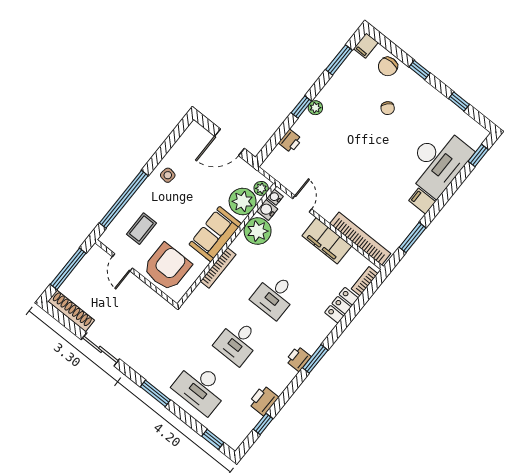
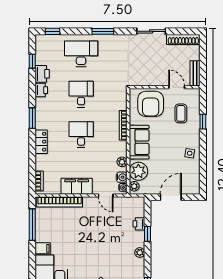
window: (301, 107) -> (148, 234), moved
window: (124, 199) -> (203, 122), width x0.32
plant: (258, 231) -> (122, 162), width x0.53, depth x0.53
window: (412, 238) -> (32, 225), width x1.44
bench: (89, 261) -> (195, 73), added
window: (68, 269) -> (203, 61), removed
locker: (341, 305) -> (41, 142), moved
printer: (298, 359) -> (41, 90), moved

